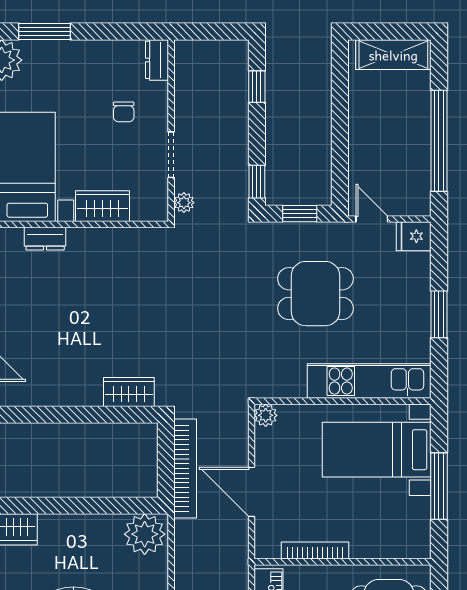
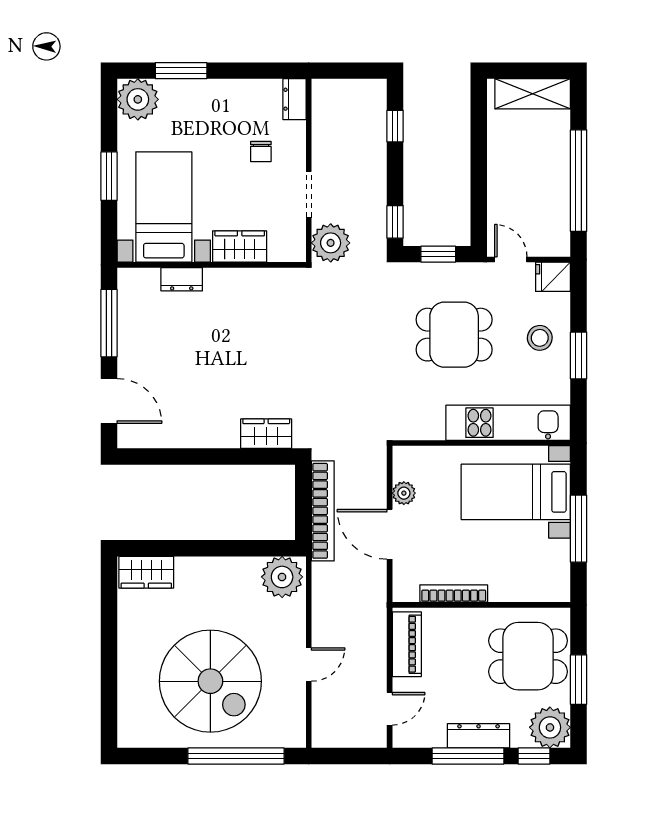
plant: (184, 203) -> (331, 243), width x1.88, depth x1.88
stool: (401, 297) -> (540, 338), added
plant: (266, 415) -> (404, 493), moved

